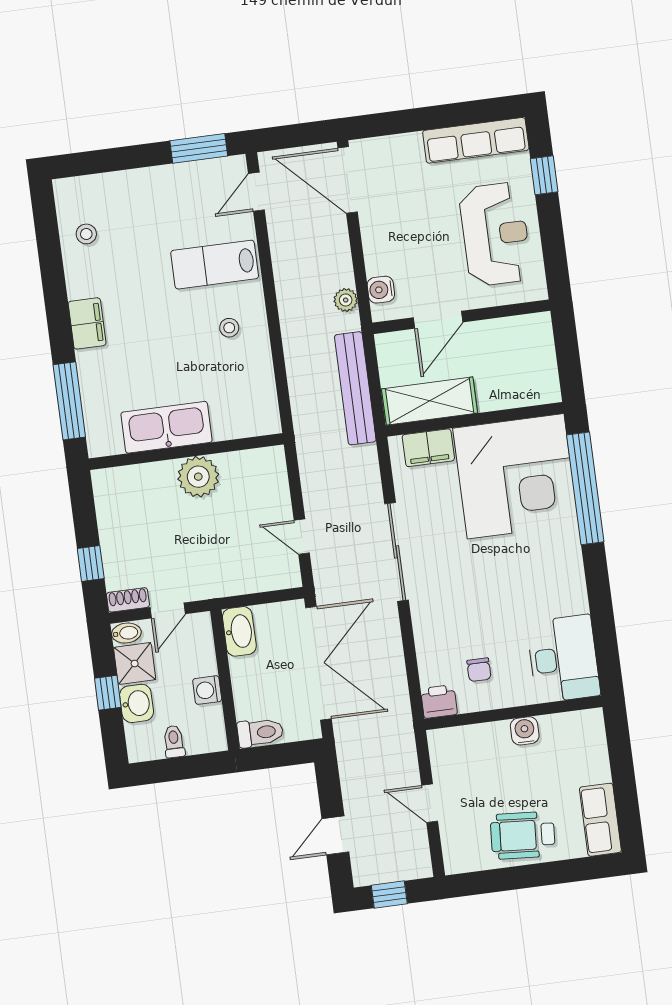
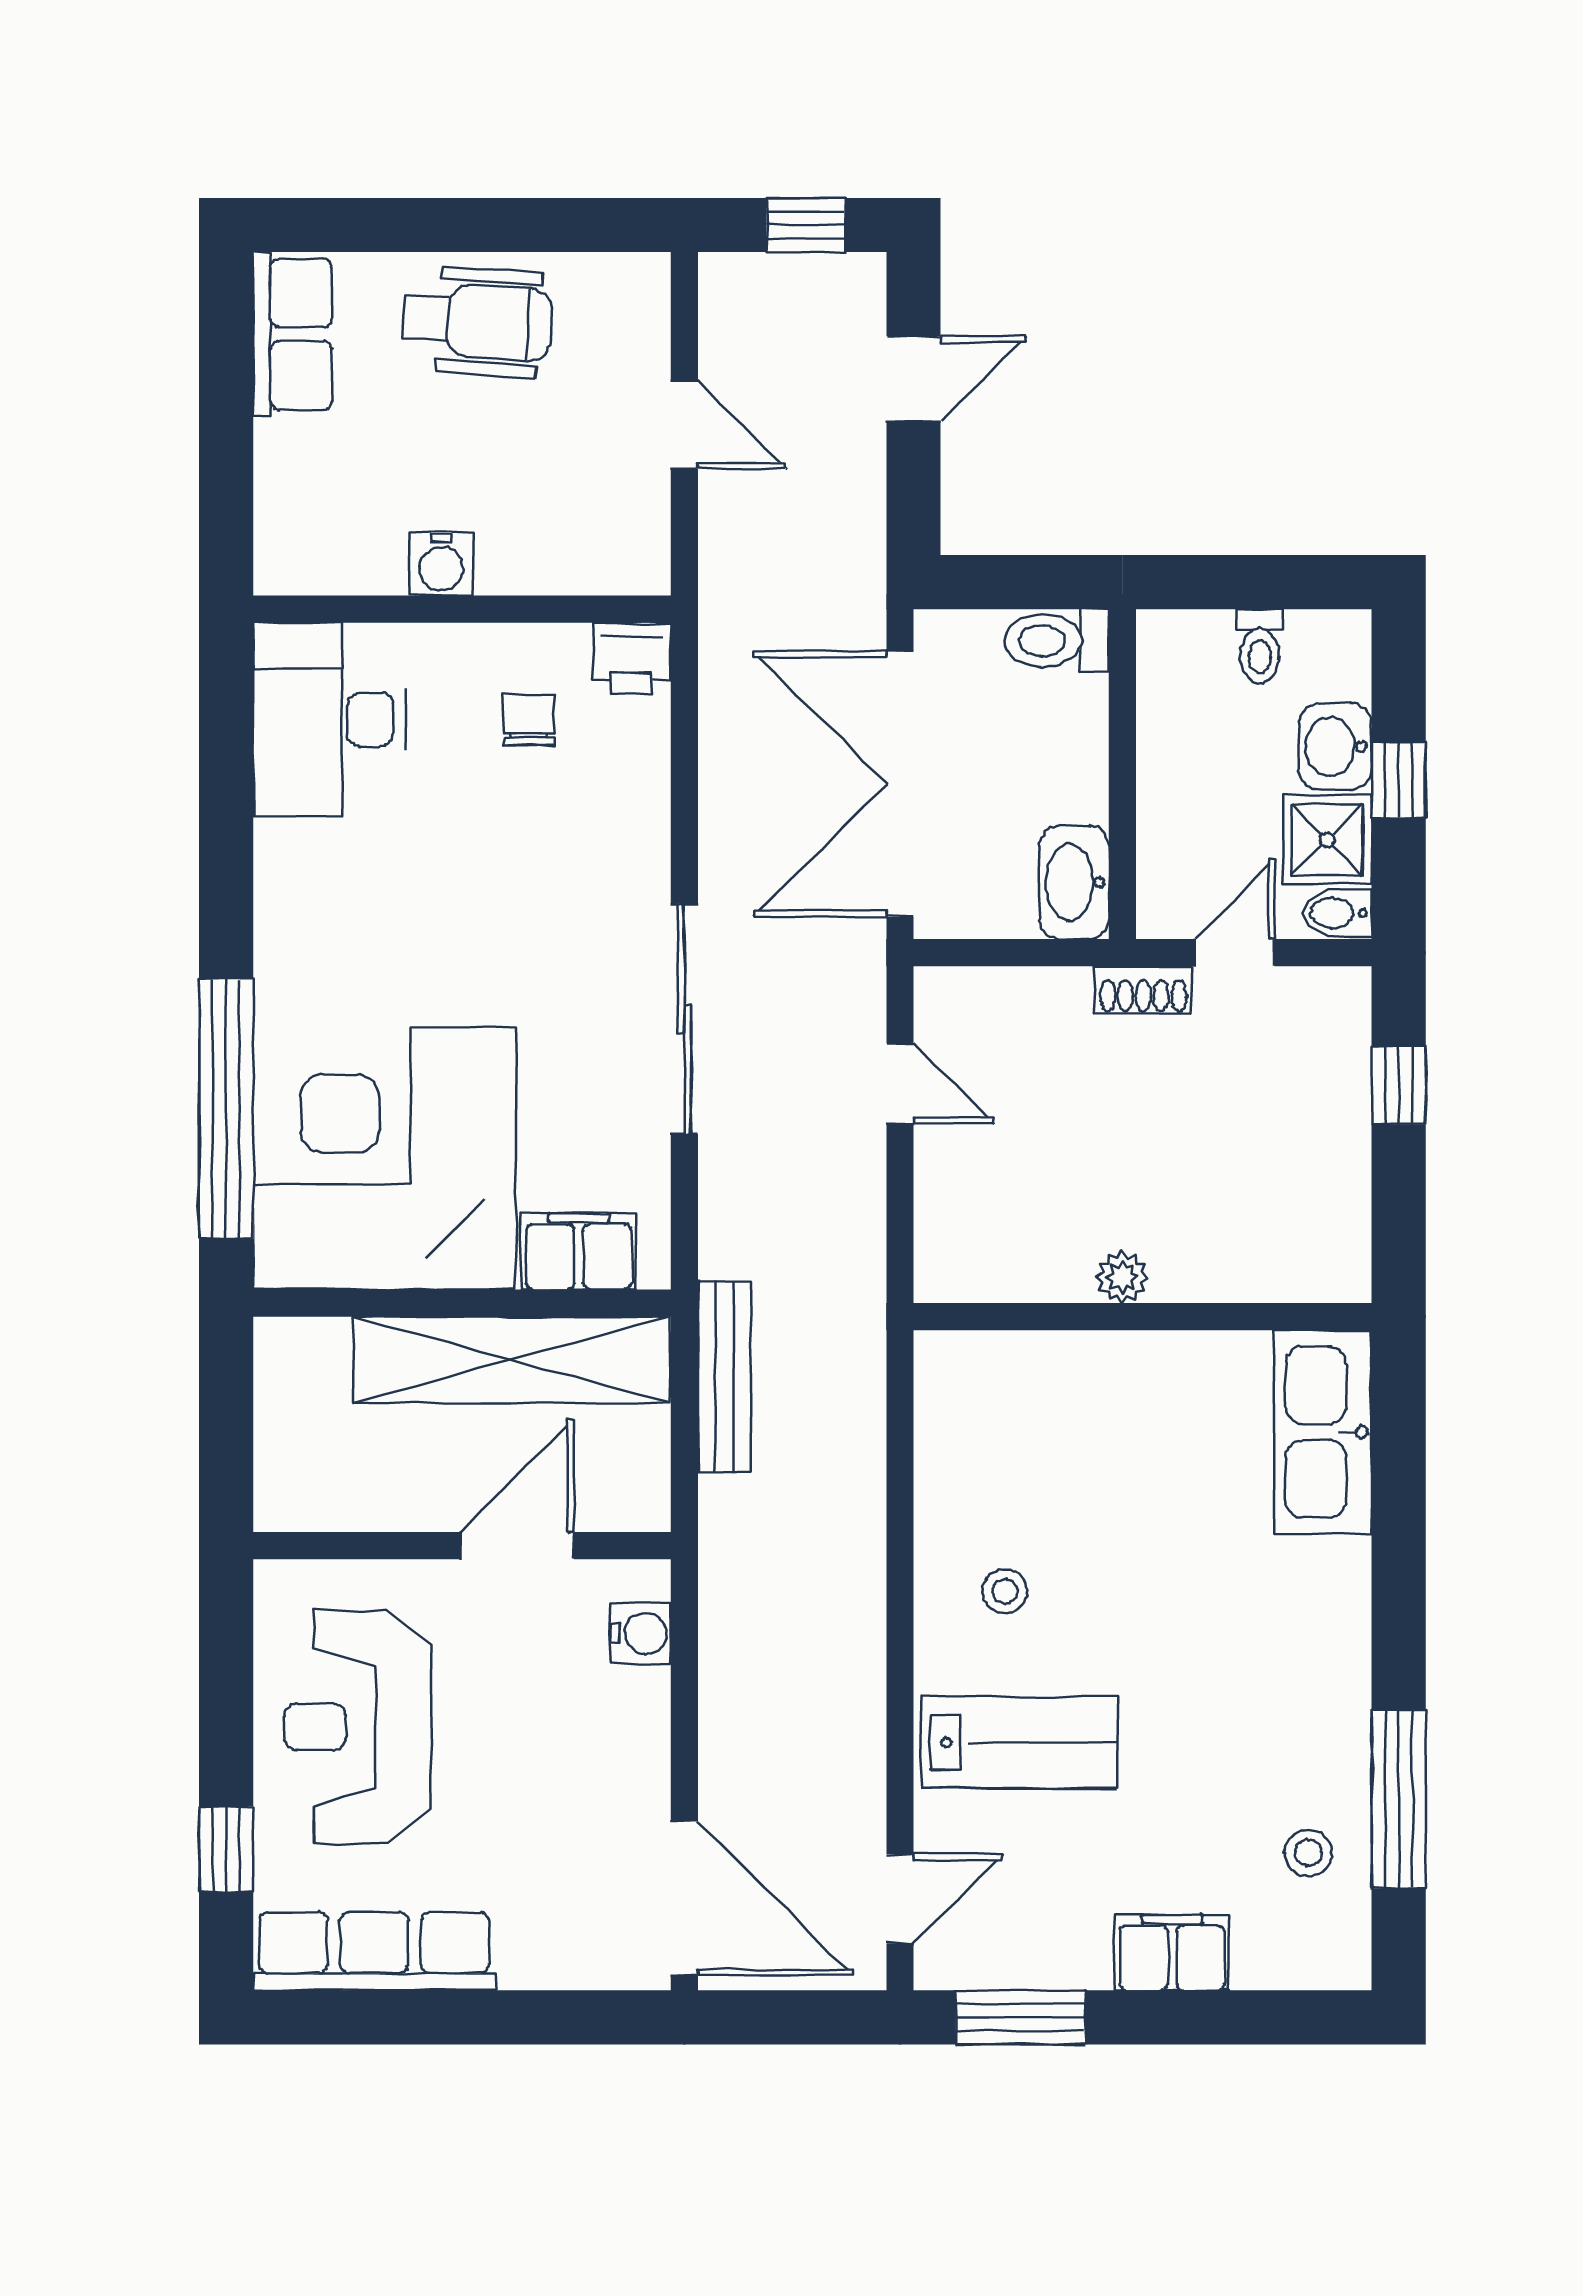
plant: (346, 300) -> (726, 1620), removed
filing cabinet: (87, 323) -> (1172, 1953), moved, turned 90
bench: (355, 388) -> (725, 1377), width x0.73, depth x0.82
window: (69, 401) -> (1399, 1800), moved
shelving: (430, 401) -> (511, 1360), width x1.47
kitchen sink: (166, 427) -> (1323, 1432), moved, turned 90
plant: (198, 477) -> (1122, 1277), width x0.53, depth x0.53
shoe rack: (128, 600) -> (1143, 990), moved
washing machine: (207, 690) -> (1167, 756), removed

